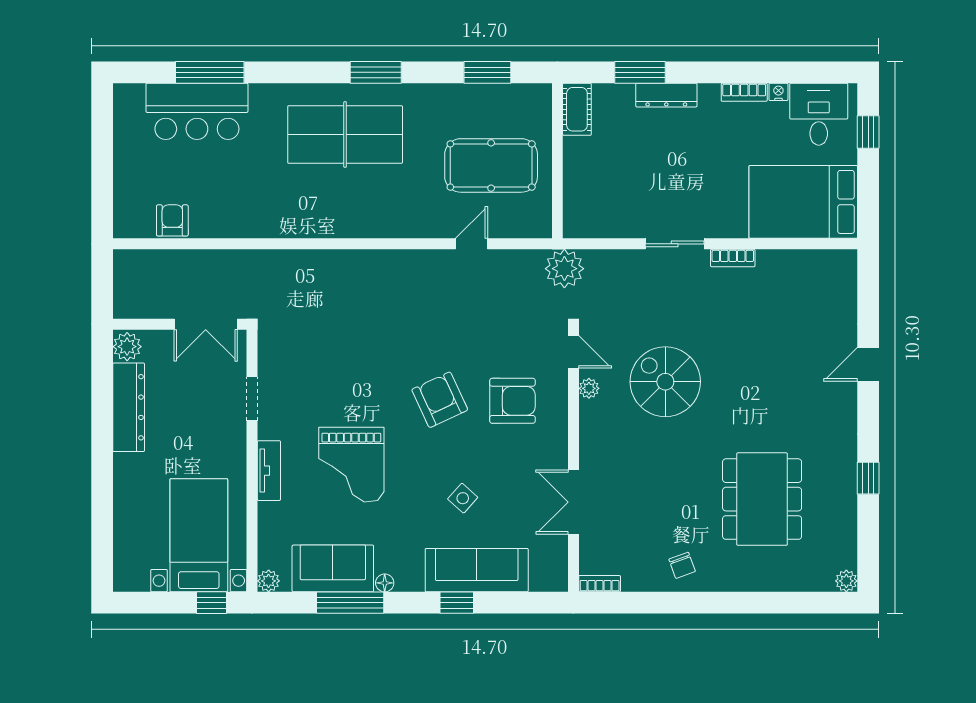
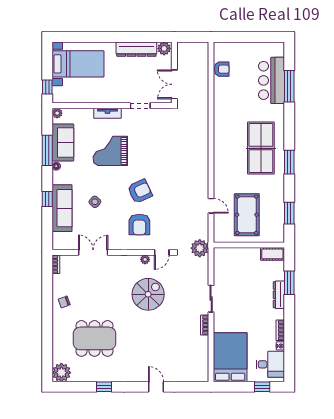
bed with nightstands: (199, 535) -> (78, 64), moved
plant: (846, 581) -> (61, 373), width x1.87, depth x1.87

